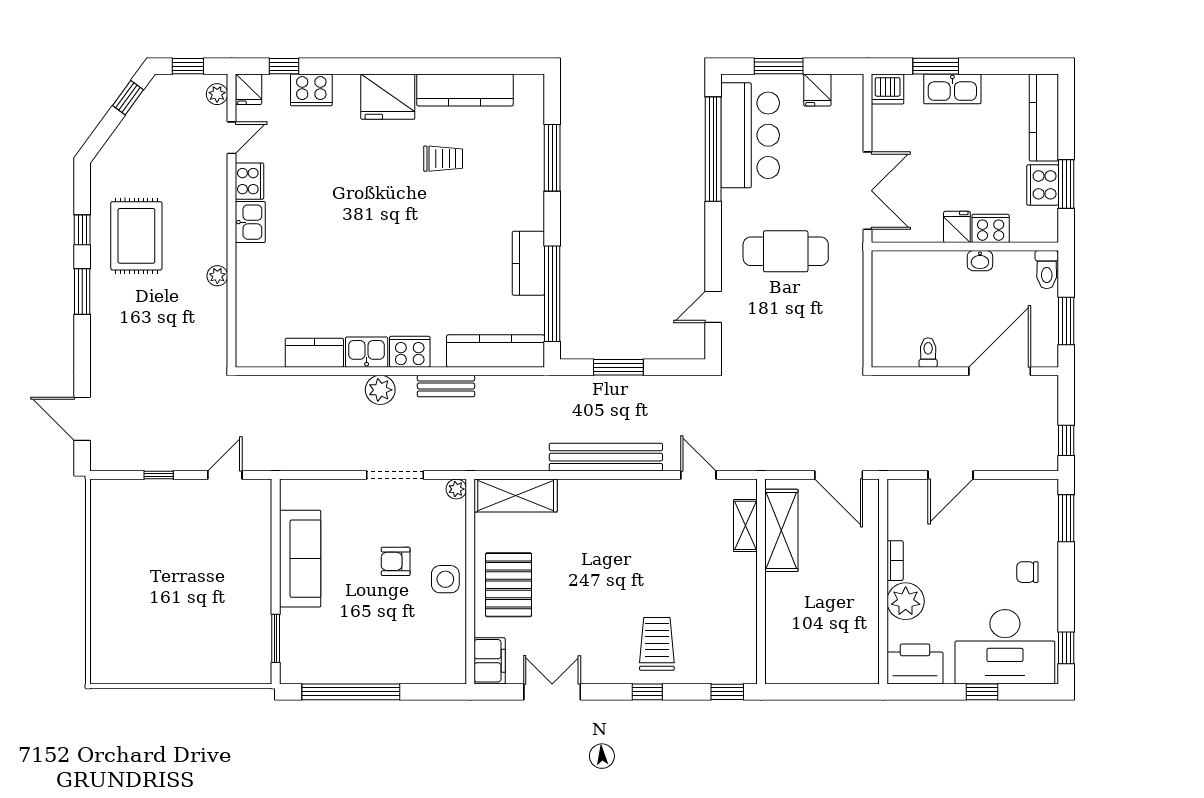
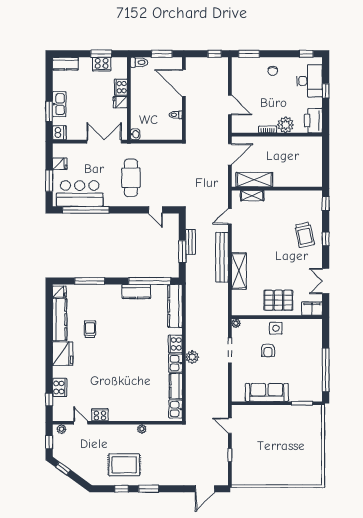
fridge: (249, 89) -> (59, 292), moved
kitchen counter: (1044, 118) -> (65, 64), width x0.67
kitchen sink: (250, 222) -> (176, 409), moved, turned -90
washbasin: (980, 261) -> (135, 134), moved
bench: (446, 386) -> (190, 242), moved
shelving: (516, 495) -> (239, 271), moved
trolley: (657, 644) -> (304, 235), turned -102
desk: (1005, 647) -> (310, 81), width x0.73, depth x0.77

